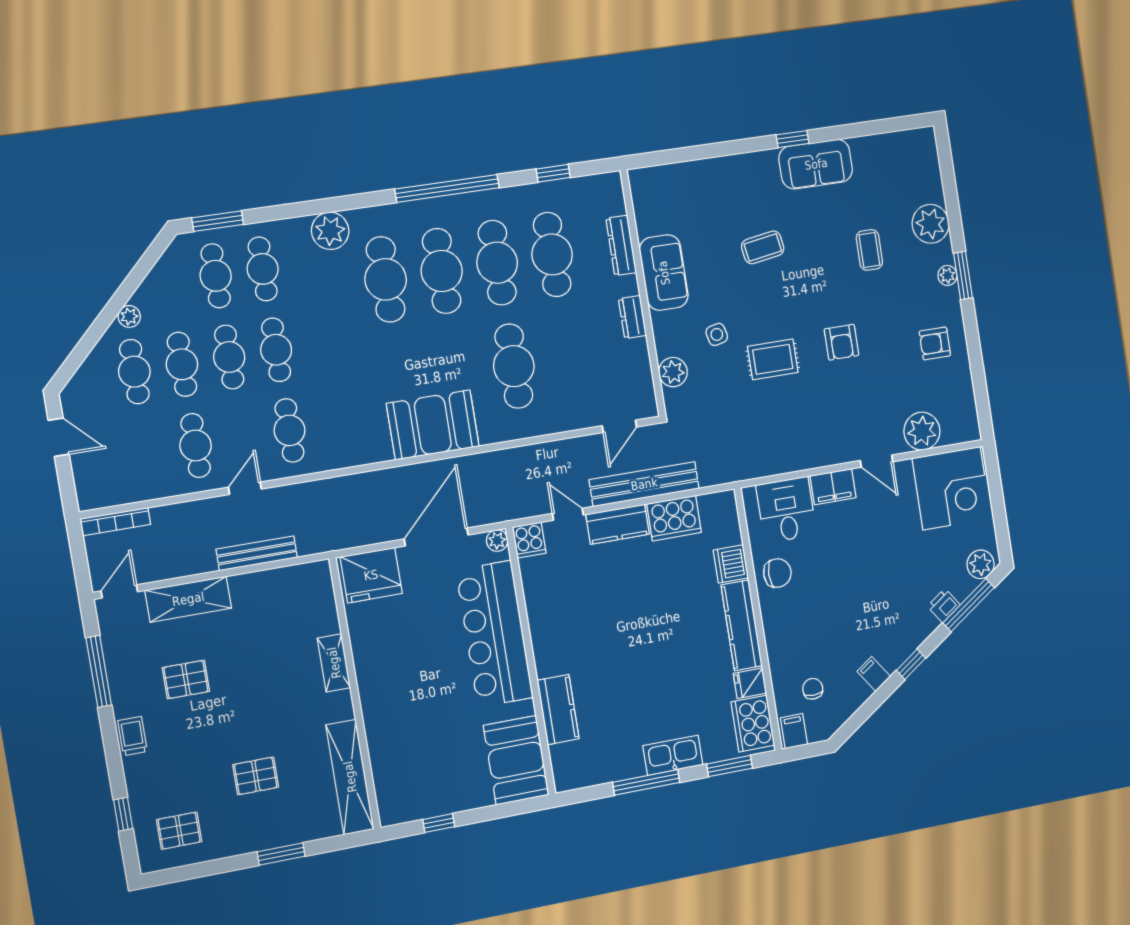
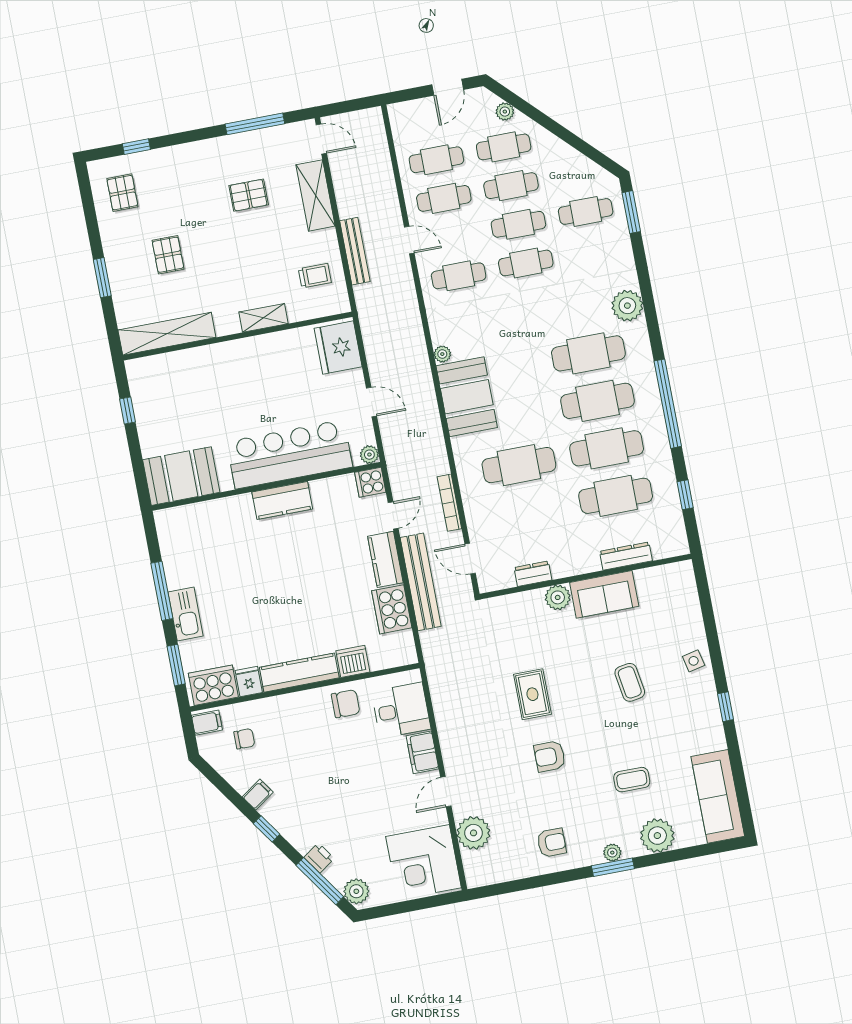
sofa: (816, 164) -> (718, 796), moved, width x1.36
cafe table: (263, 269) -> (436, 160), moved
plant: (129, 316) -> (505, 112), moved
dresser: (633, 317) -> (533, 574), moved
side table: (717, 334) -> (694, 661), moved
armchair: (935, 343) -> (552, 843), turned 90
plant: (673, 372) -> (558, 597), moved
plant: (382, 452) -> (442, 354), added
bookcase: (115, 522) -> (449, 503), moved
door: (436, 537) -> (371, 402), width x0.53
chair: (777, 573) -> (346, 704), turned -90
pallet: (186, 680) -> (249, 195), turned 90
kitchen counter: (558, 710) -> (282, 500), moved
trolley: (132, 736) -> (315, 276), moved

